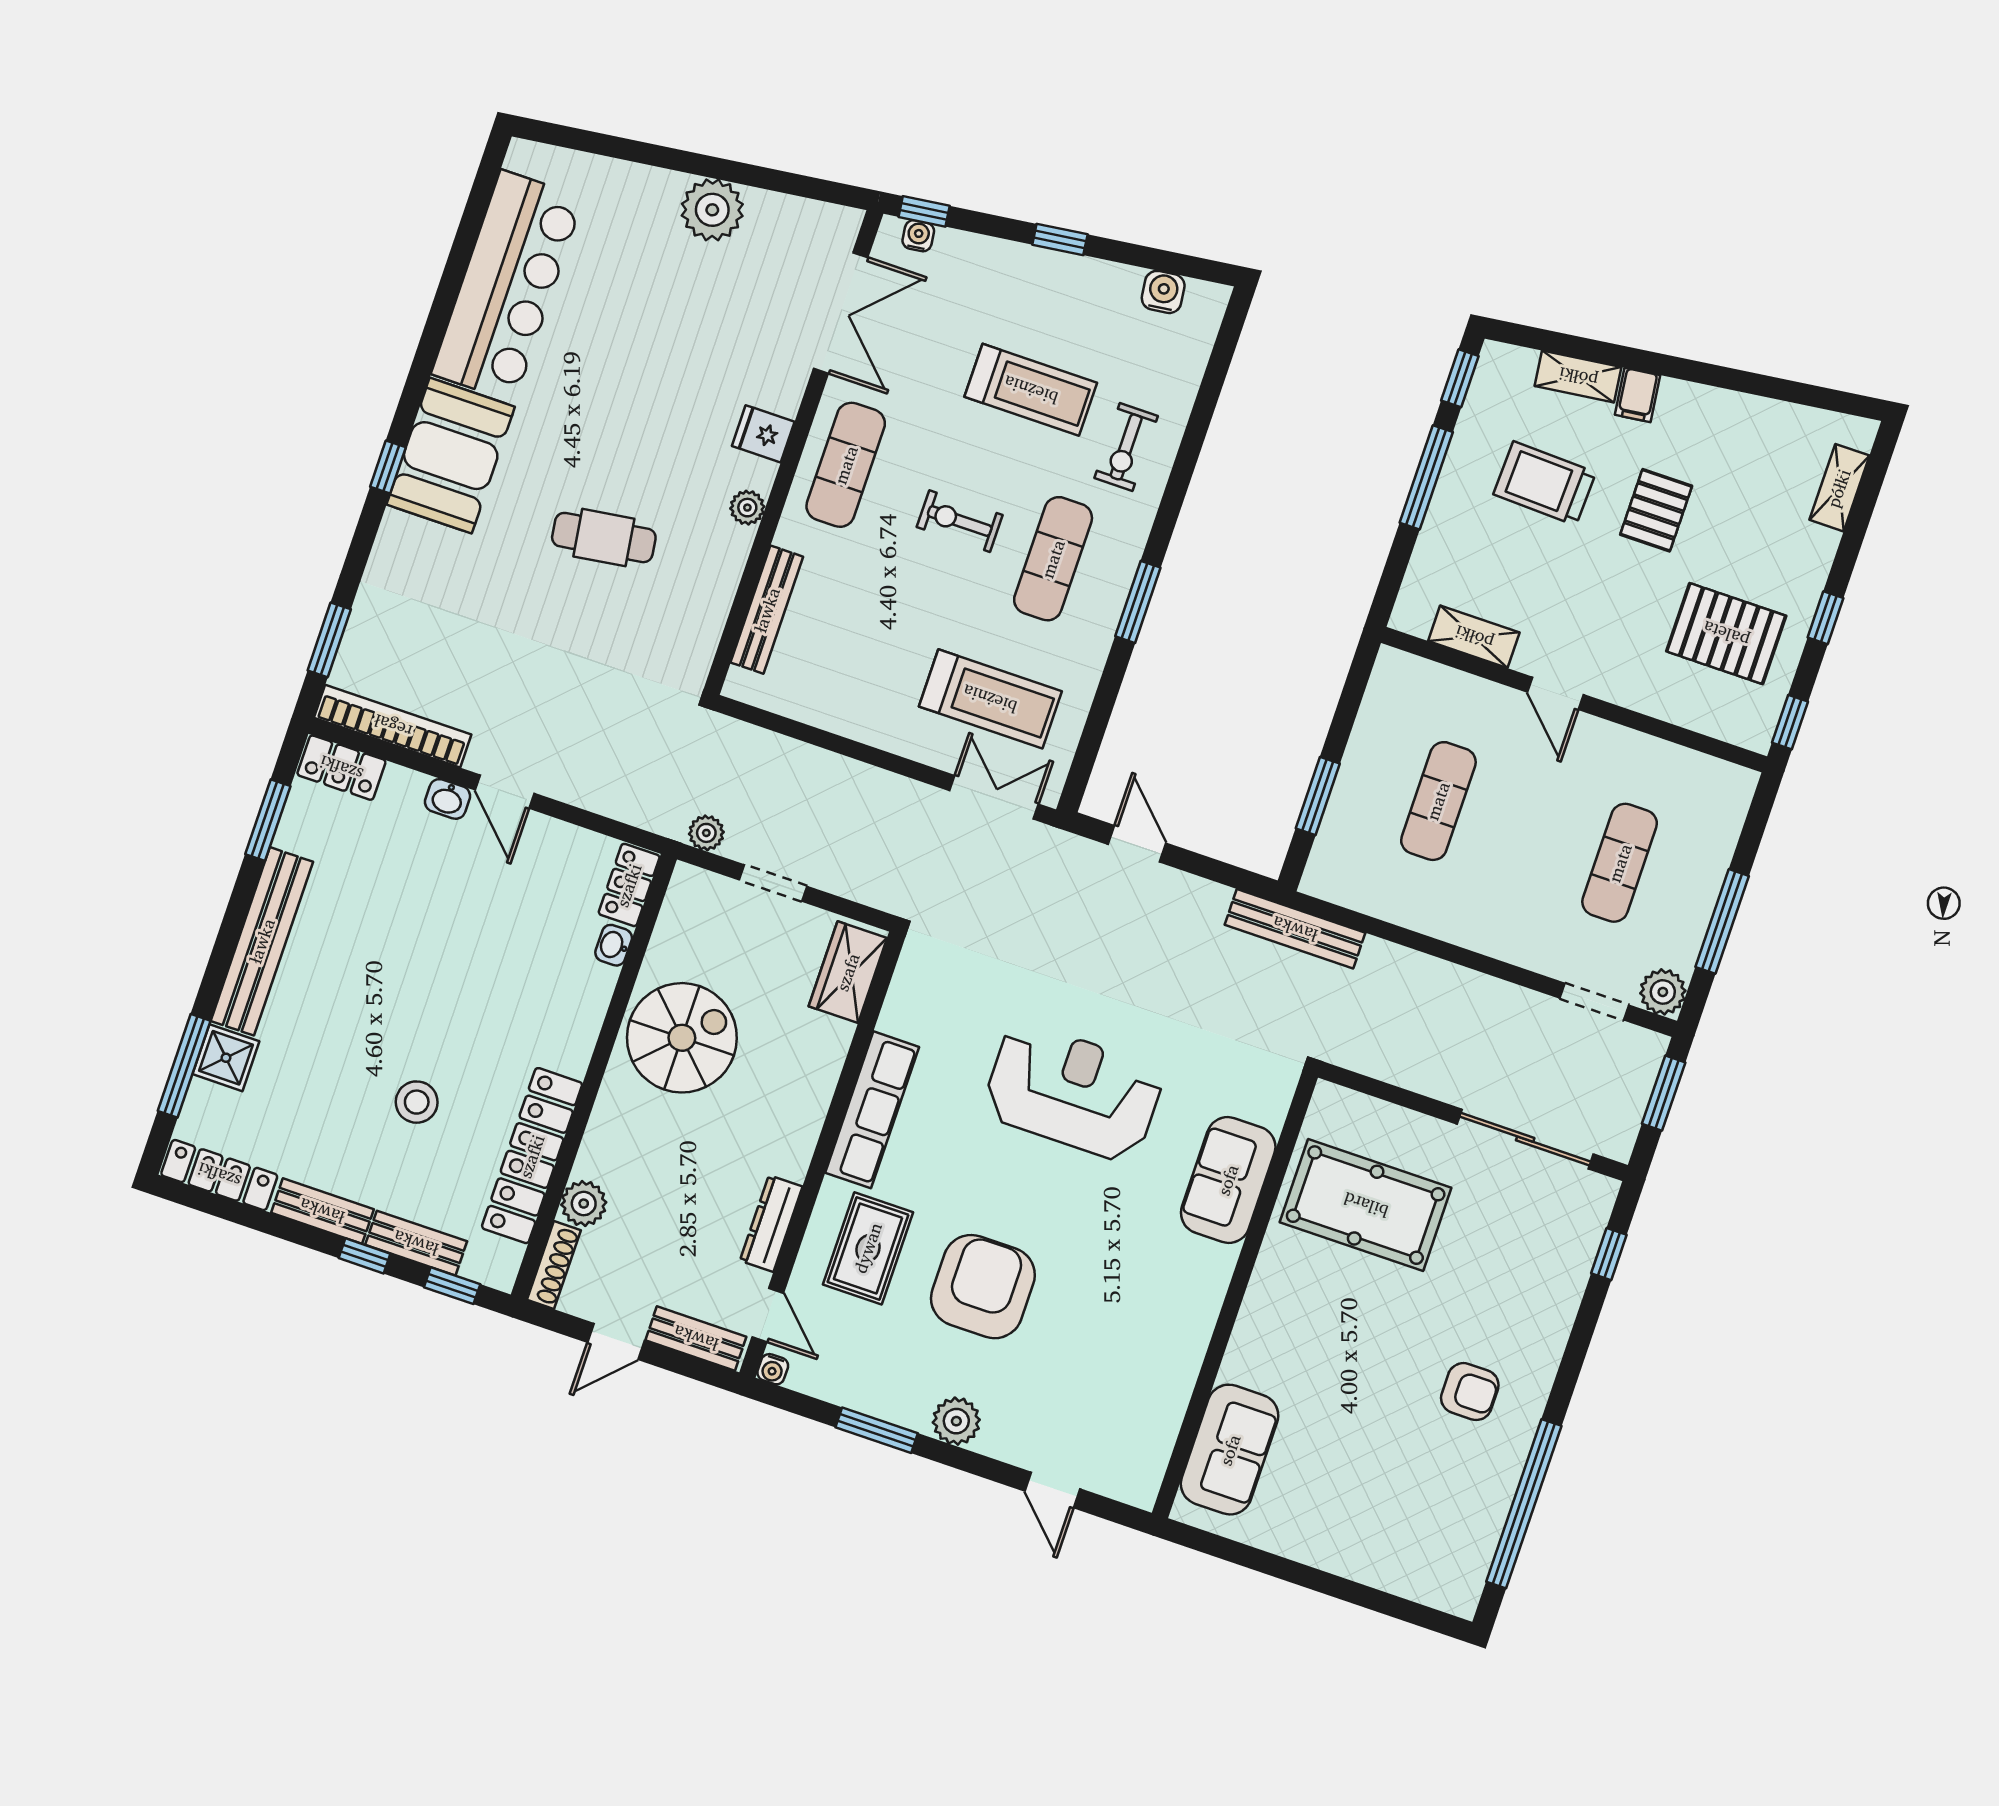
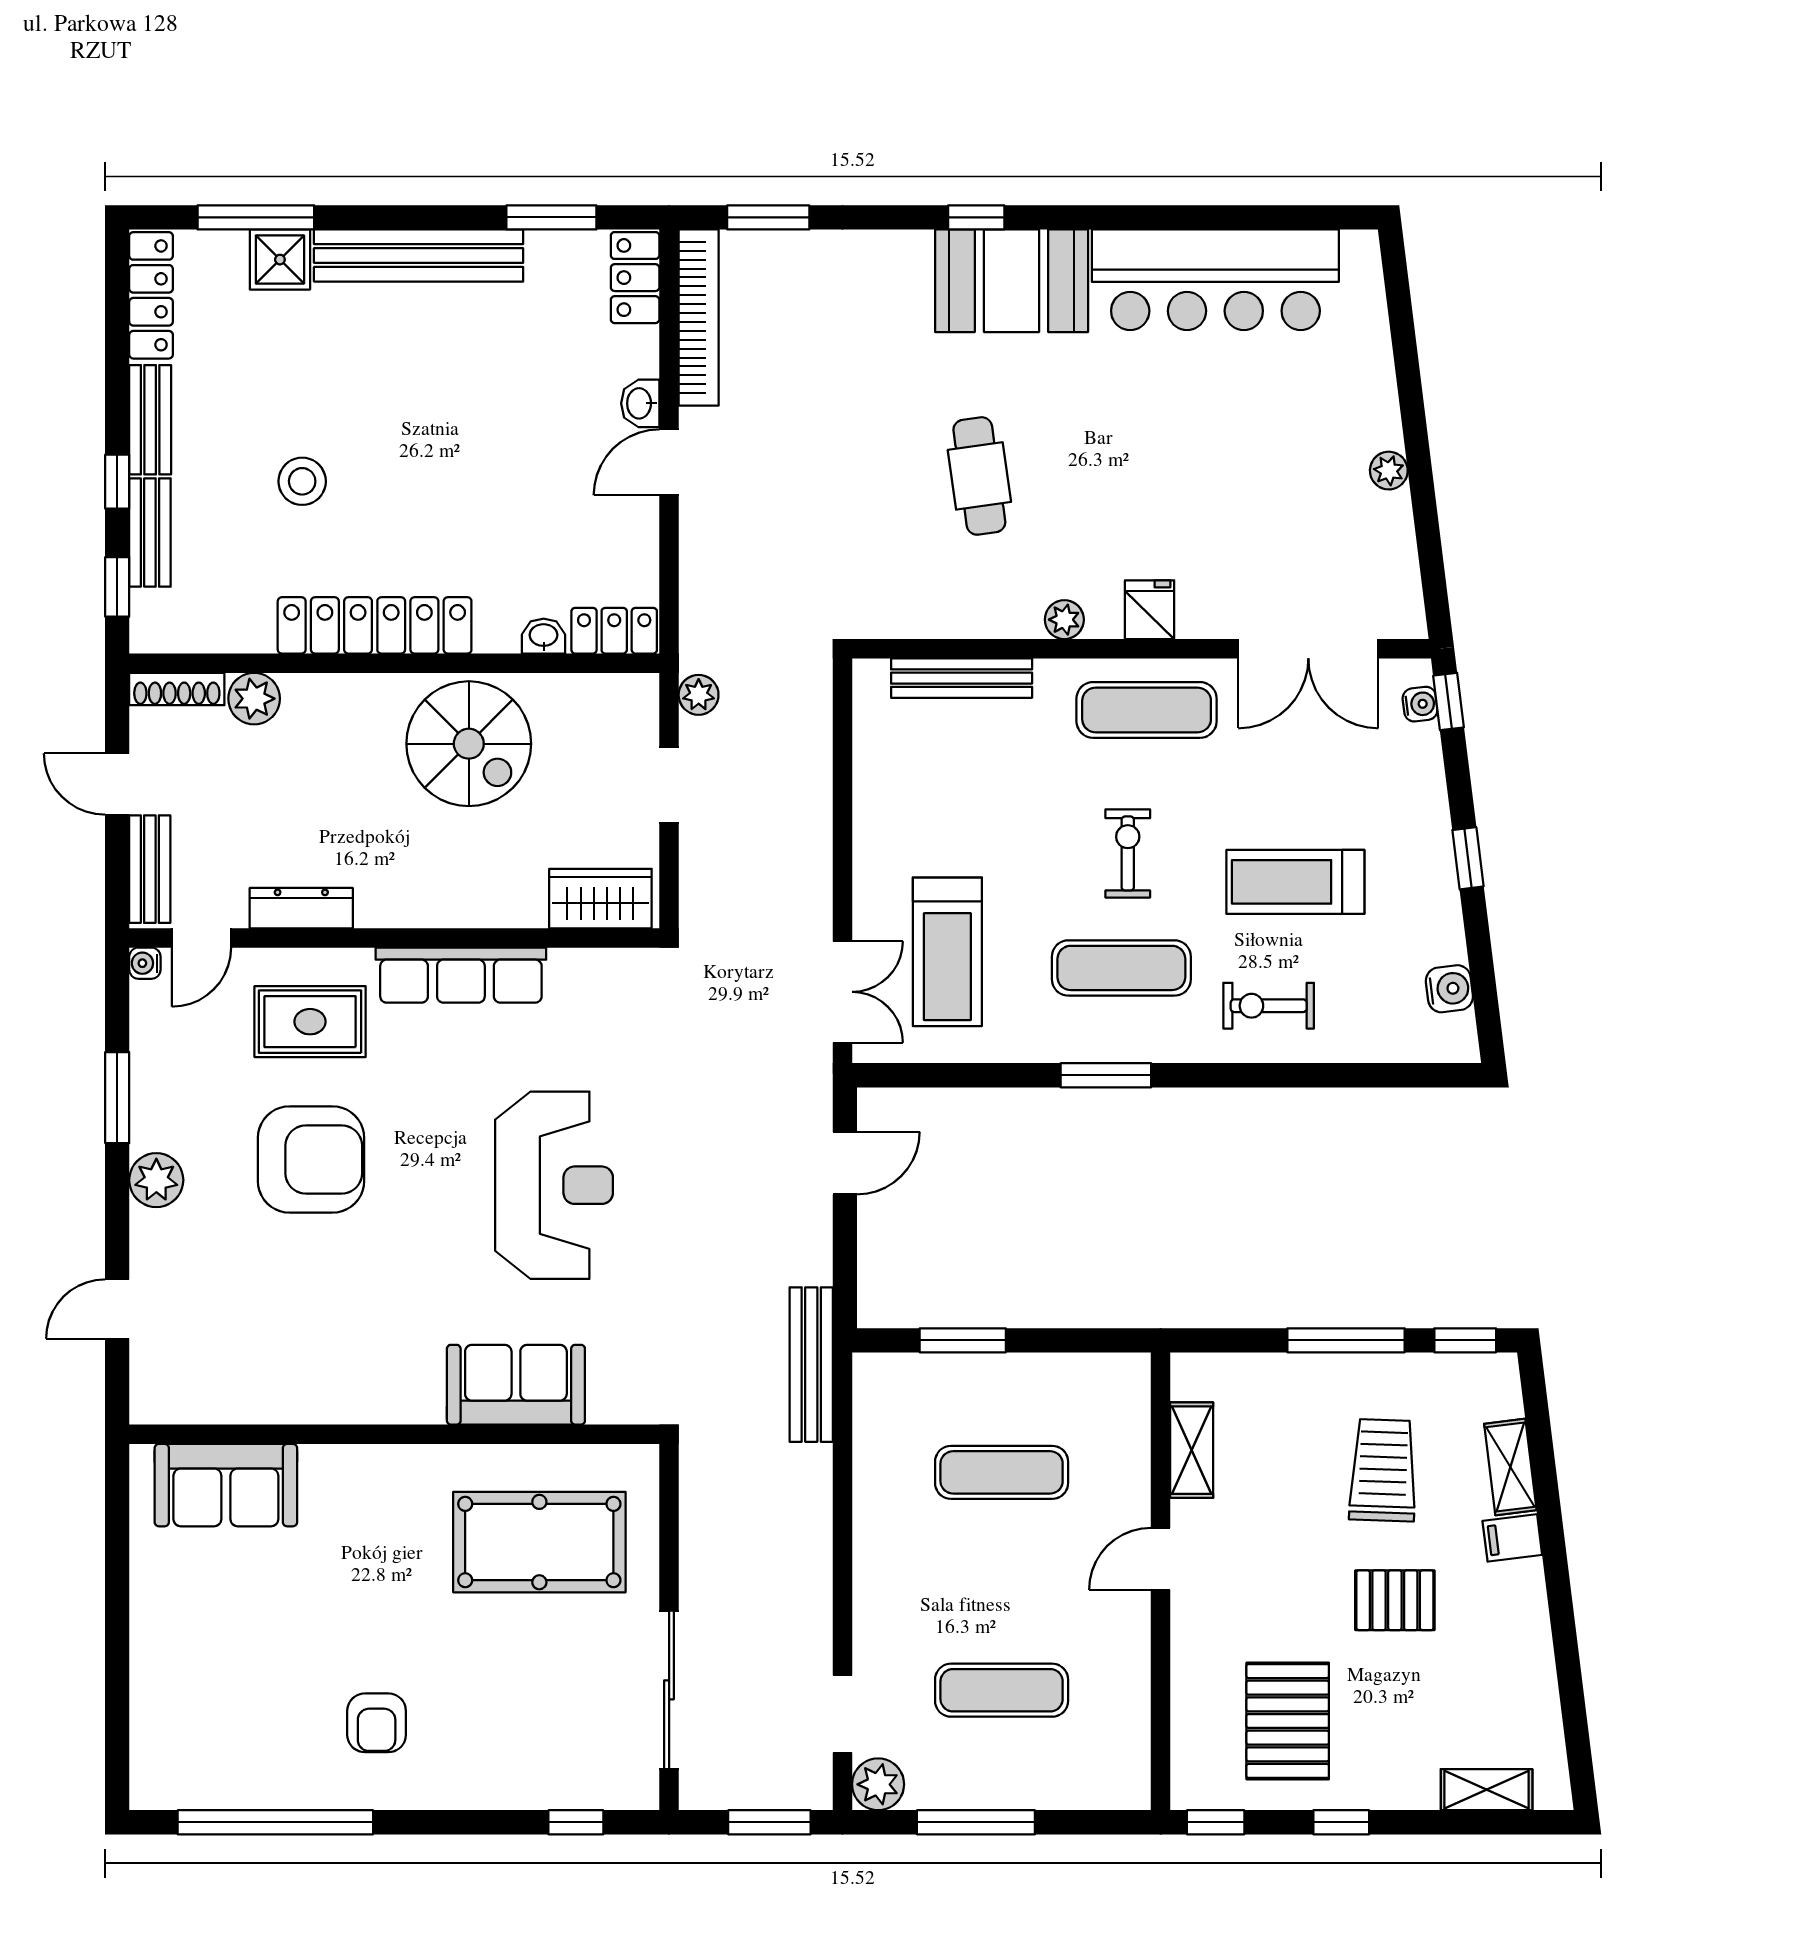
plant: (712, 210) -> (1389, 471), width x0.53, depth x0.53
treadmill: (1031, 390) -> (1295, 882), turned 90
locker: (532, 1156) -> (375, 625), moved
pool table: (1366, 1205) -> (539, 1542), turned 90

